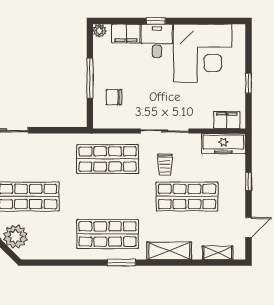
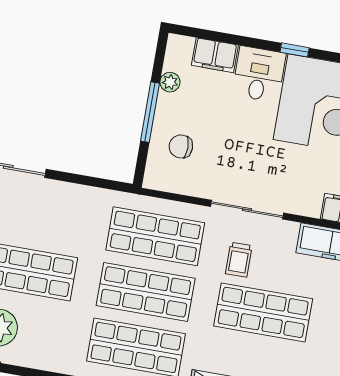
window: (156, 21) -> (295, 50), moved
plant: (100, 31) -> (170, 82), moved
shop shelf: (108, 196) -> (146, 292), added

